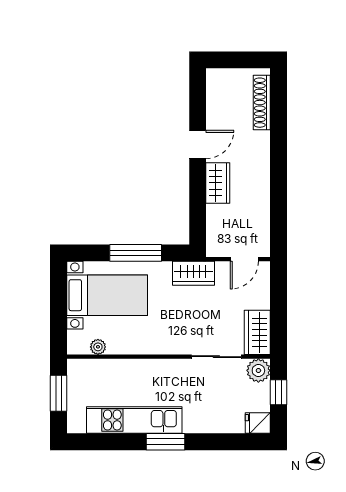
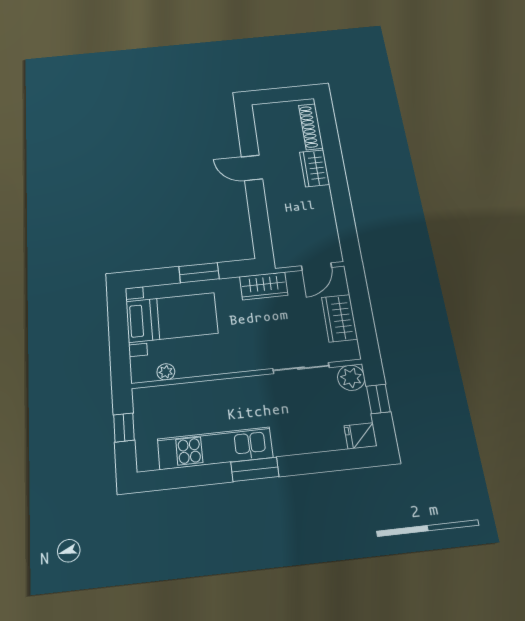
door: (198, 144) -> (252, 168), swing flipped
wardrobe: (218, 183) -> (315, 168), moved, turned 180
window: (136, 253) -> (199, 273), width x0.69
wardrobe: (257, 332) -> (340, 318), moved
window: (59, 393) -> (124, 427), width x0.67

